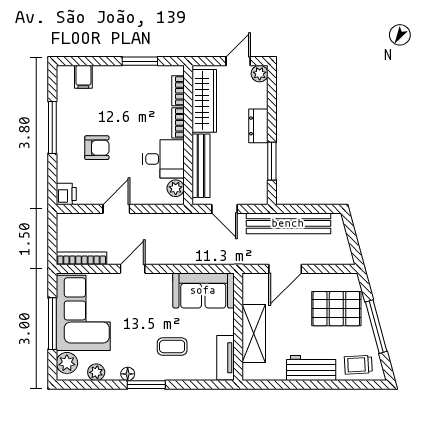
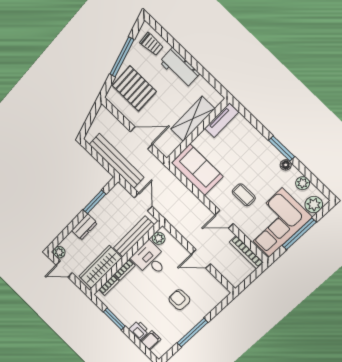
printer: (66, 194) -> (139, 330), moved, turned 90
coffee table: (172, 347) -> (244, 195), moved

